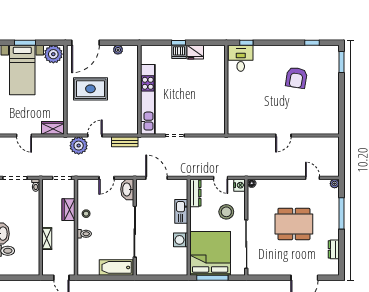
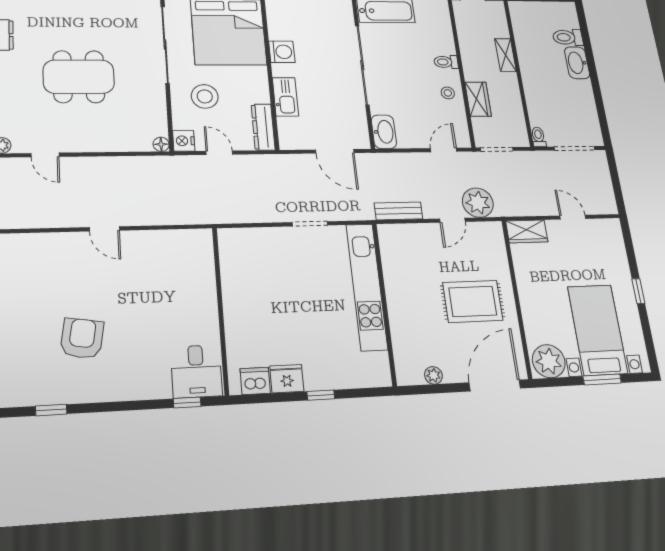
dishwasher: (179, 52) -> (255, 381), moved
door: (283, 136) -> (104, 229), swing flipped
door: (107, 178) -> (444, 150), moved

